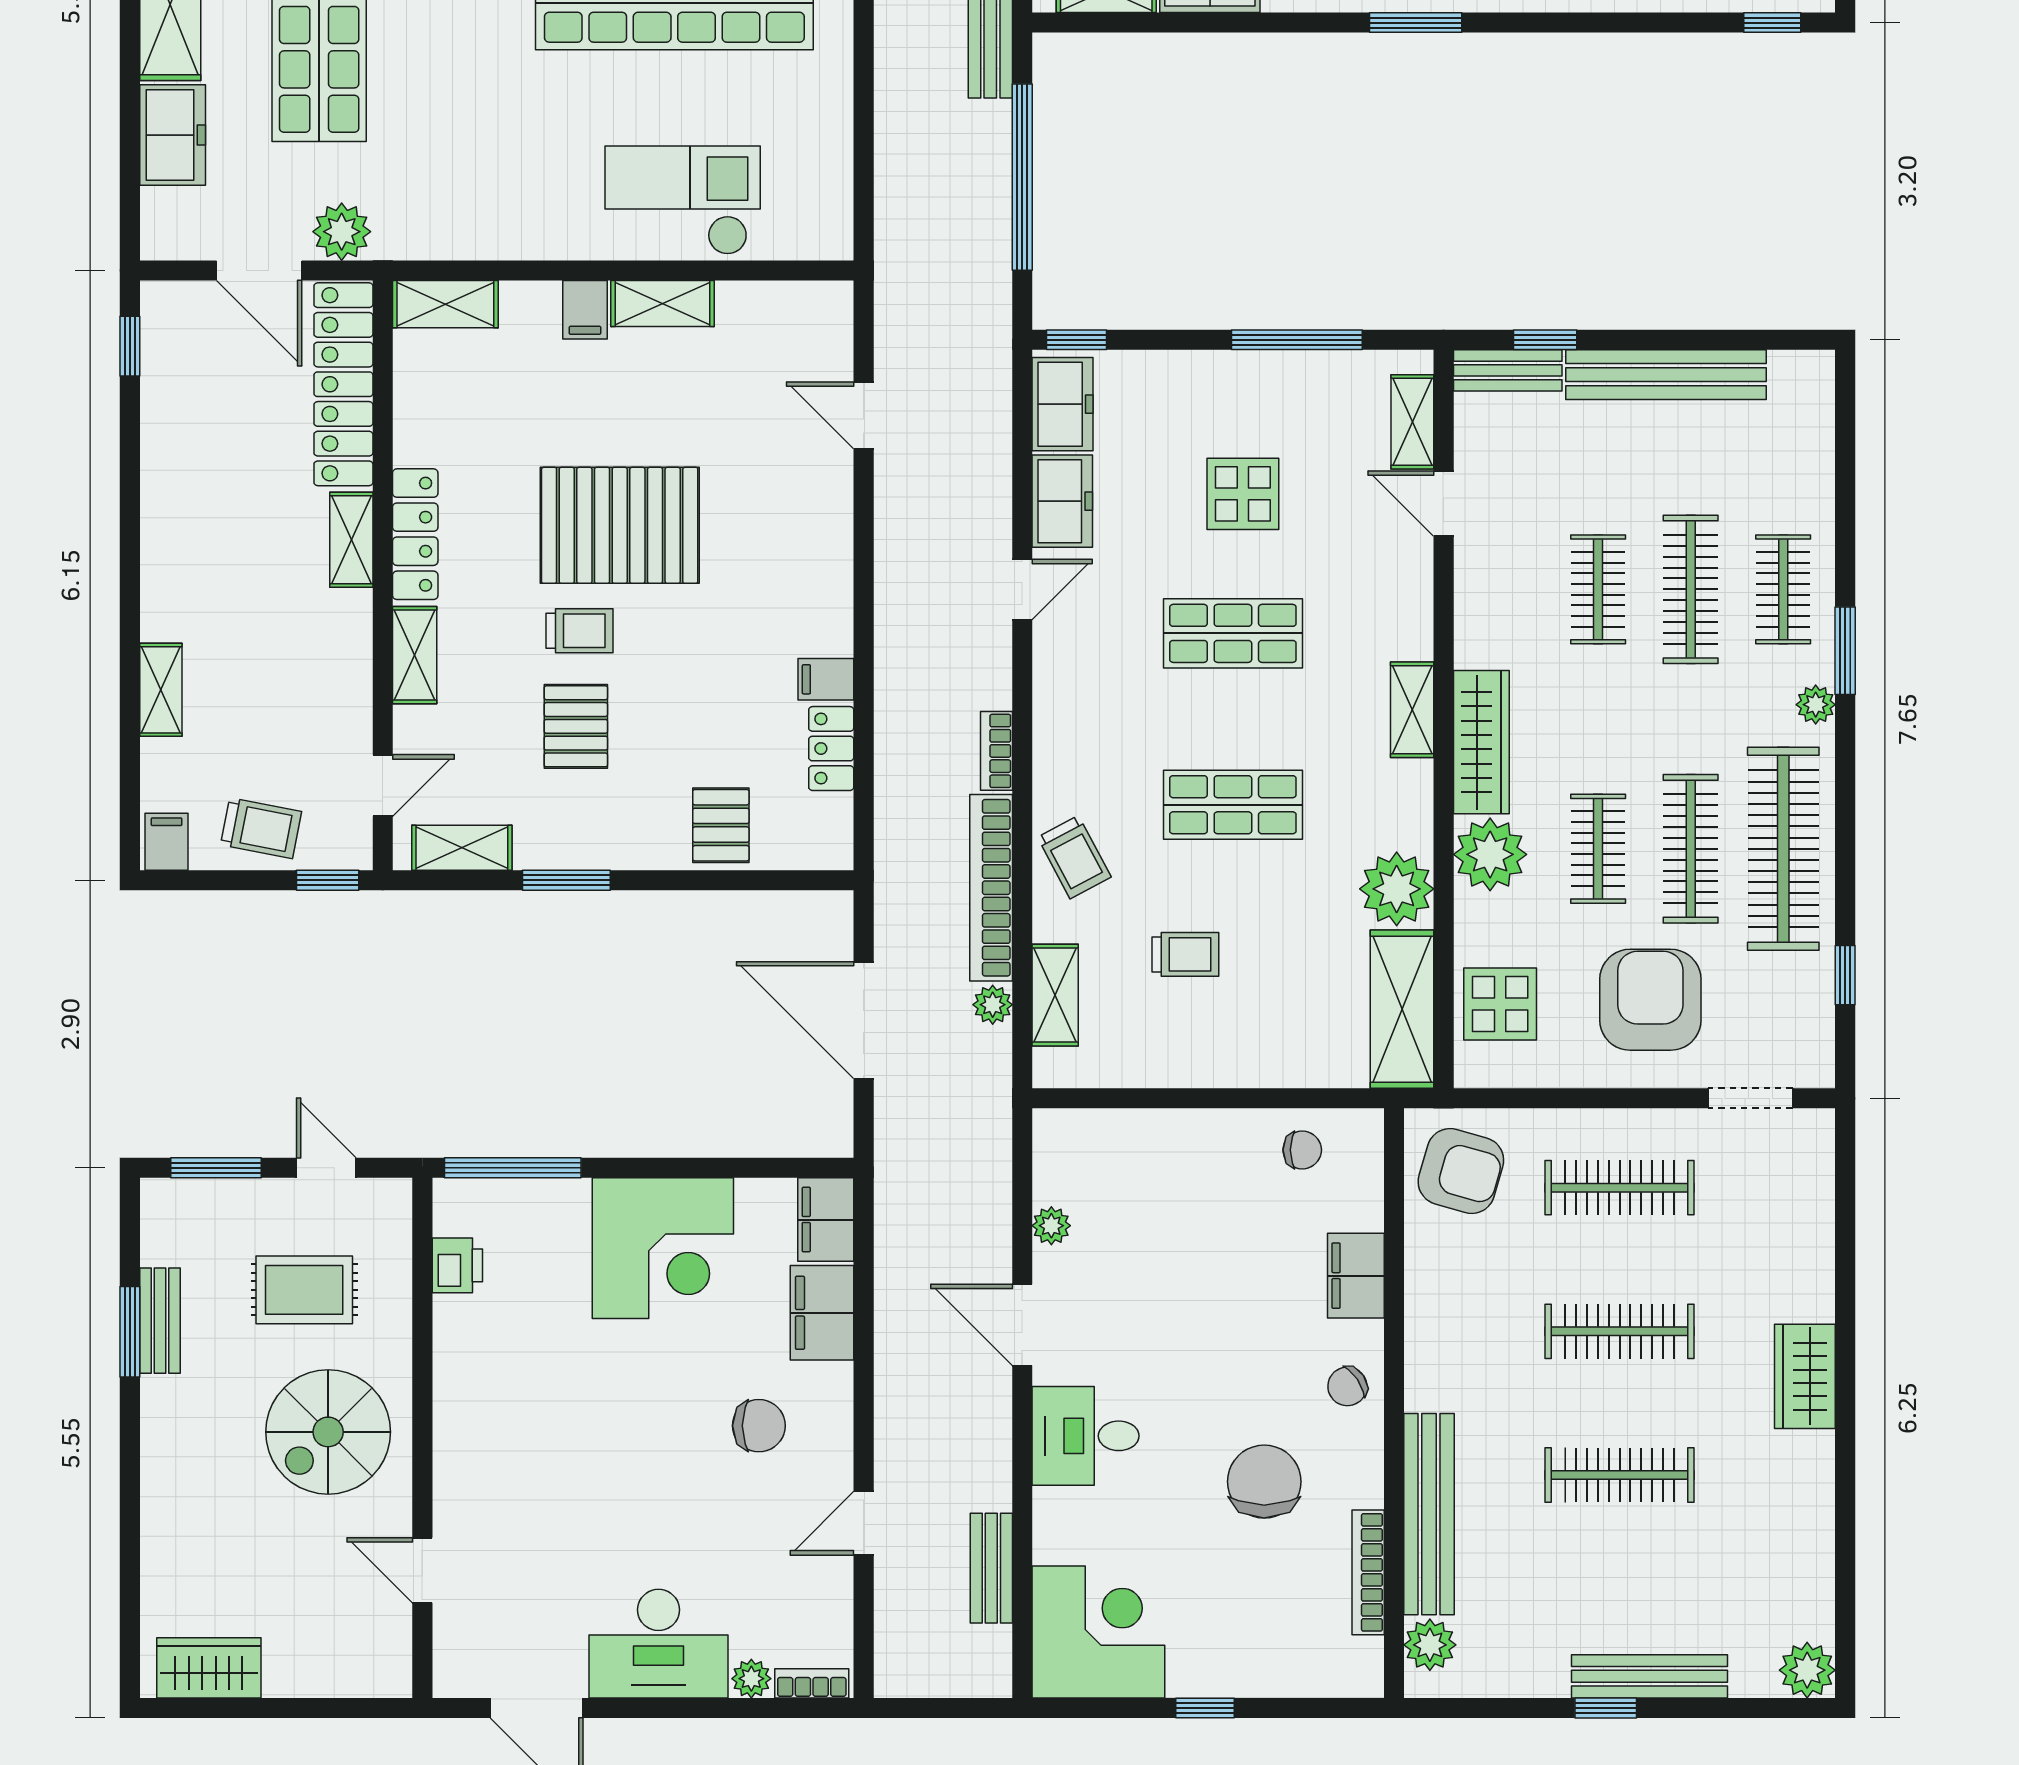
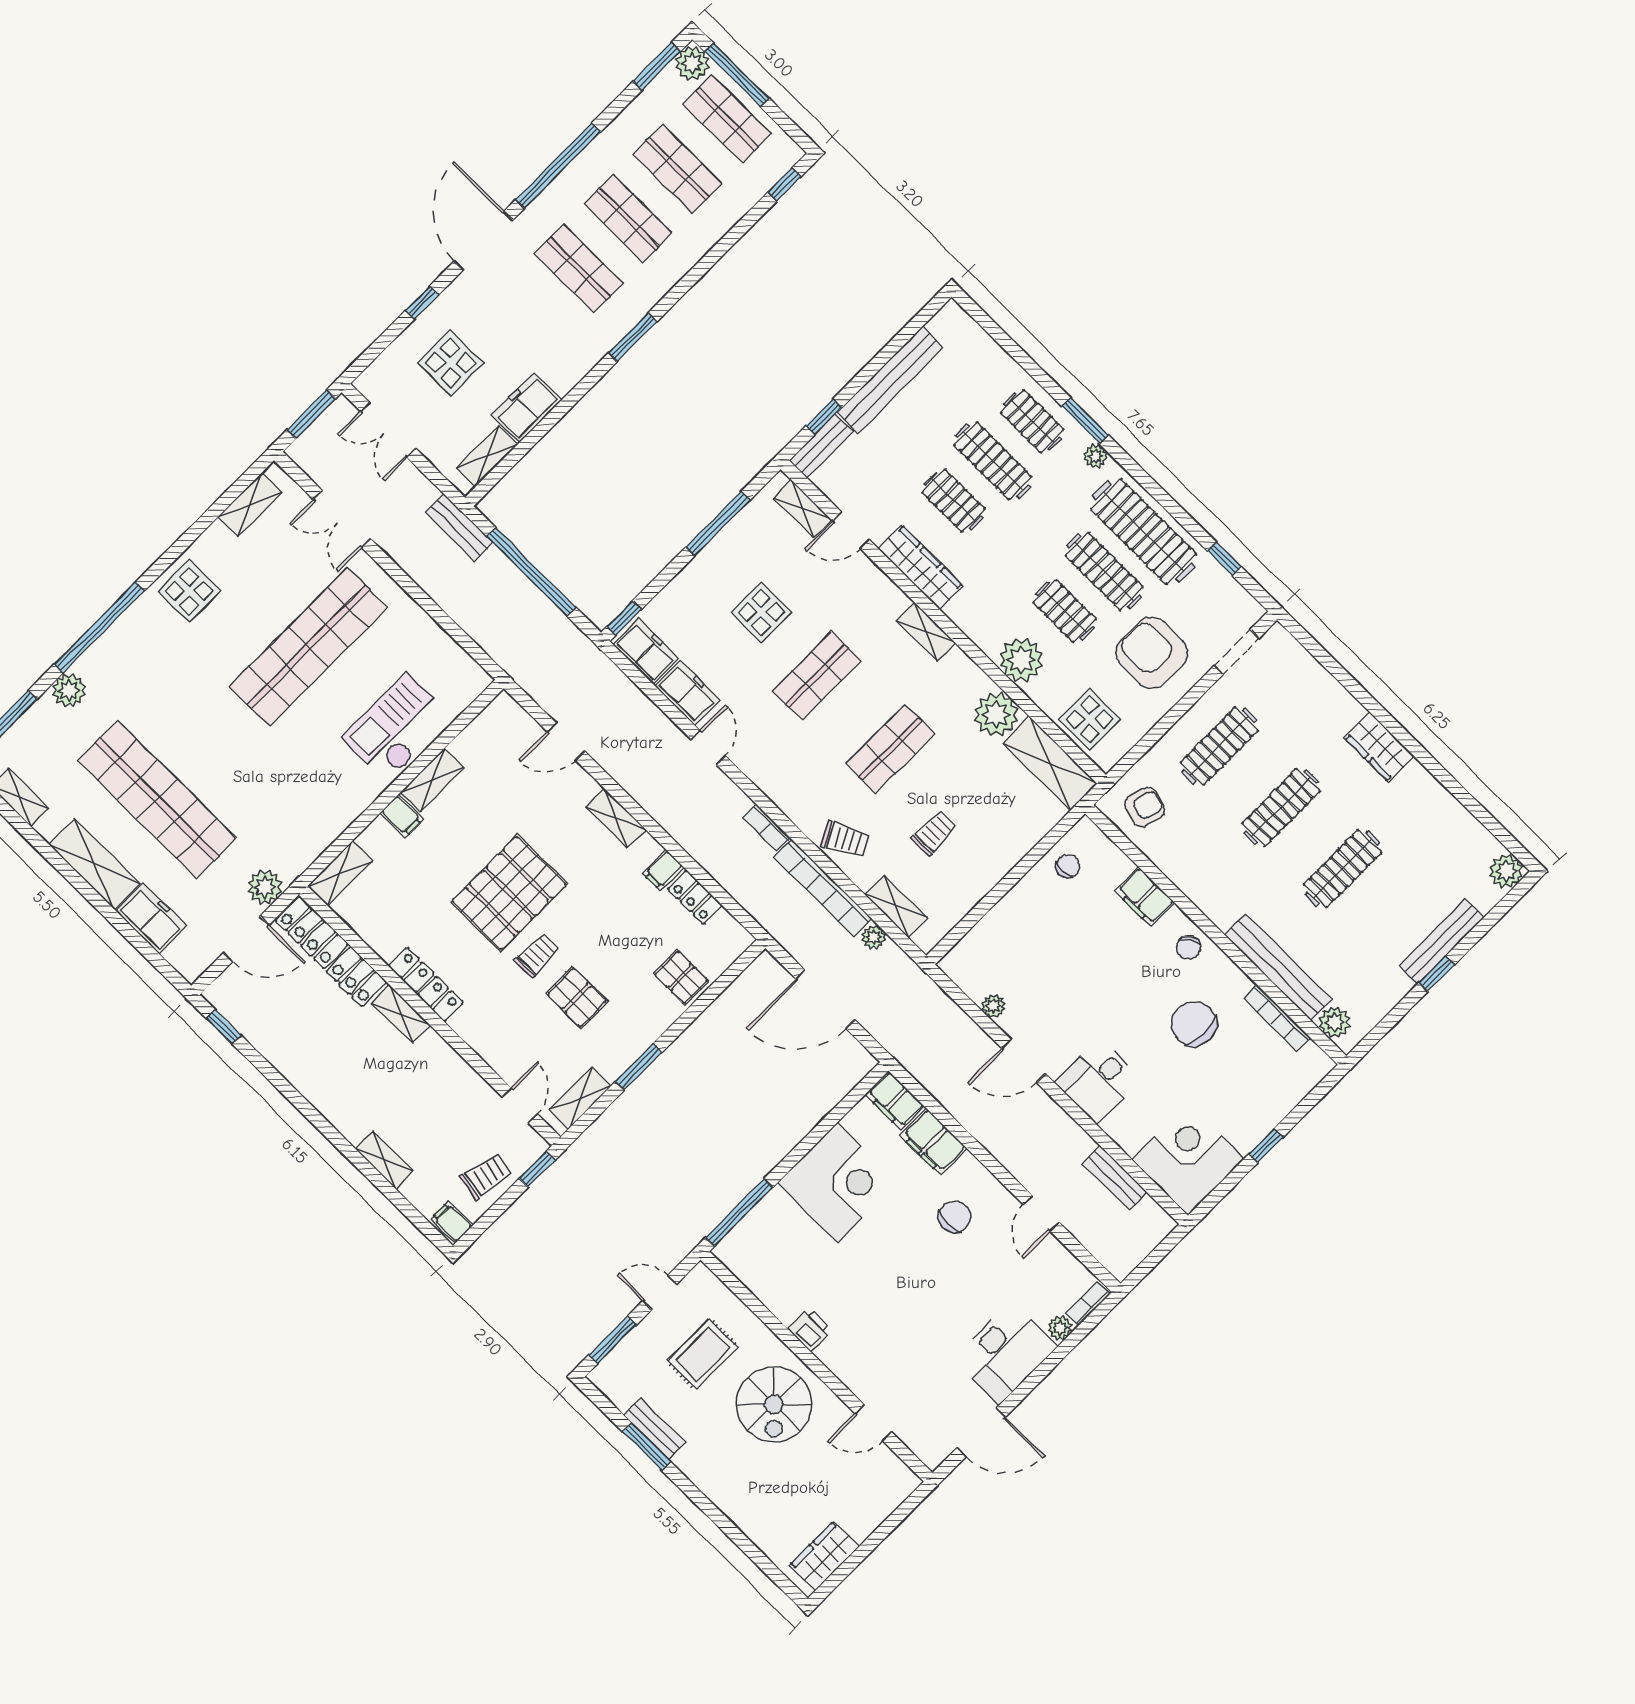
shelving: (415, 655) -> (616, 818), moved
wardrobe: (1481, 742) -> (920, 567), moved
armchair: (1461, 1171) -> (1144, 807), width x0.72, depth x0.72
printer: (457, 1265) -> (810, 1330), moved

